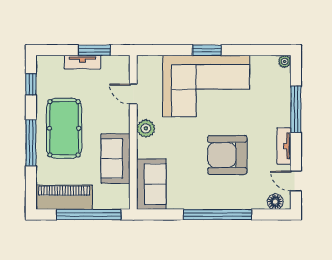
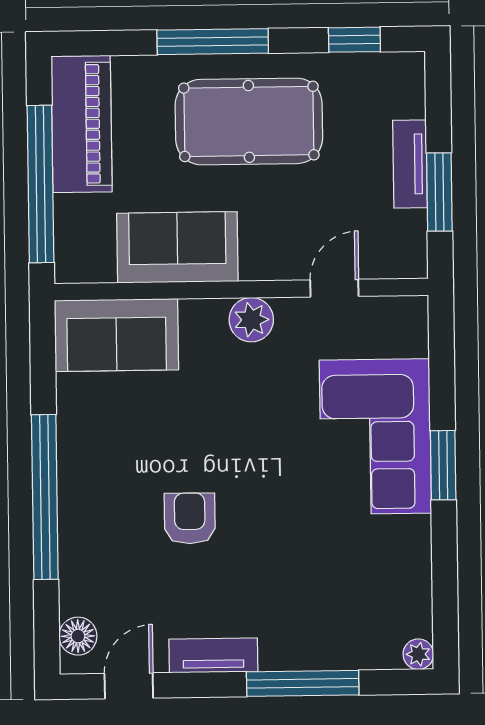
corner sofa: (206, 86) -> (375, 437), width x0.73, depth x0.74
armchair: (227, 155) -> (190, 518), width x0.53, depth x0.53

